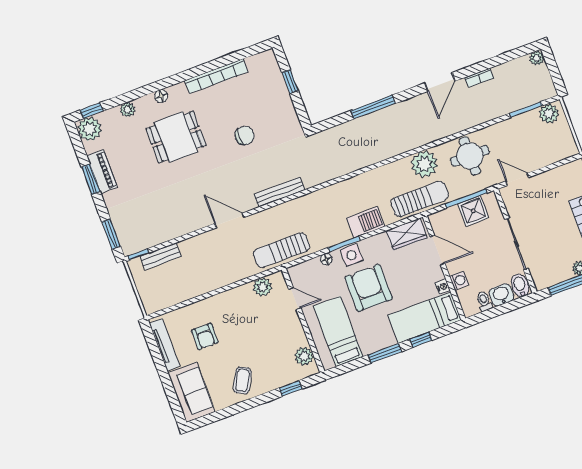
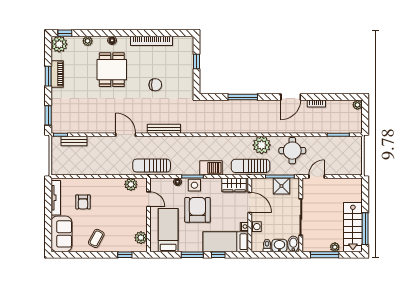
plant: (549, 114) -> (352, 143), removed
dining table: (176, 137) -> (112, 70), turned 90
door: (517, 179) -> (317, 177), hinge flipped
sun lounger: (420, 199) -> (251, 166), turned 180

